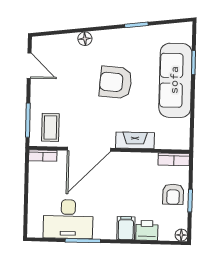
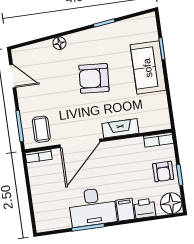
sofa: (175, 80) -> (148, 68), width x0.73
desk: (68, 219) -> (93, 207), moved
floor lamp: (181, 235) -> (171, 203), width x1.89, depth x1.89

